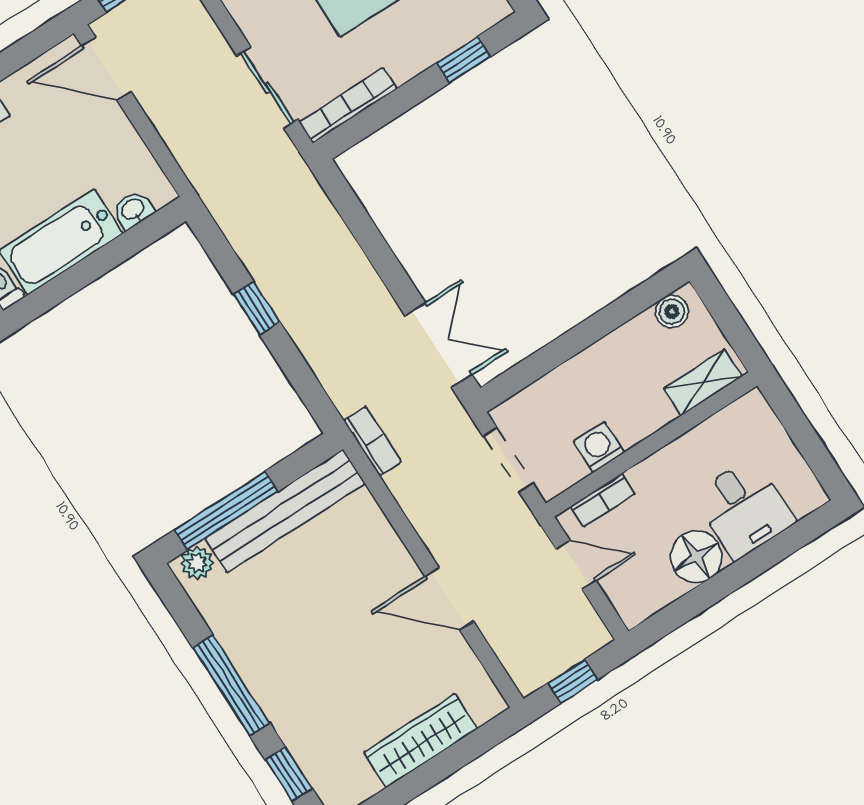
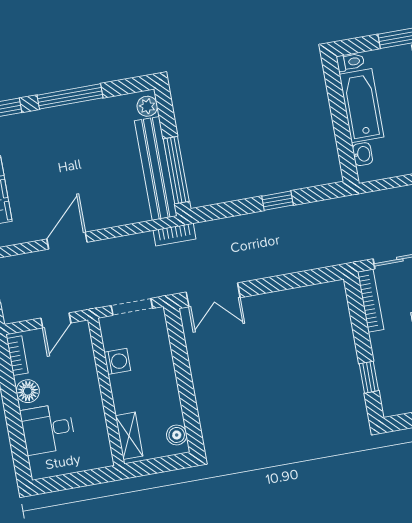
bookcase: (603, 500) -> (17, 356), moved, turned 180
window: (226, 511) -> (176, 170), moved
floor lamp: (696, 557) -> (28, 391), width x0.73, depth x0.73

